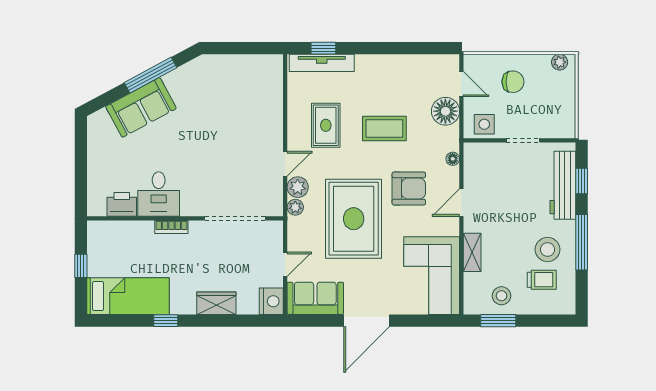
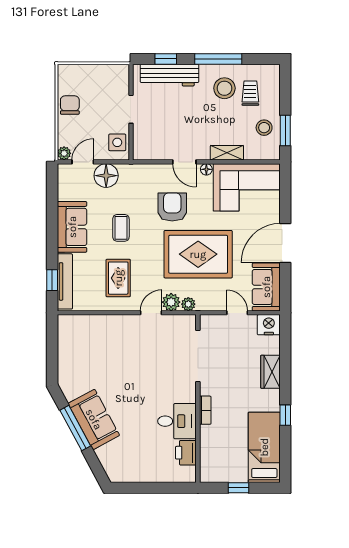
plant: (560, 62) -> (64, 153), moved
sofa: (386, 71) -> (72, 227), added
chair: (513, 82) -> (70, 105), moved
sofa: (141, 107) -> (94, 419), moved
rug: (326, 125) -> (118, 278), turned 90
coffee table: (384, 129) -> (121, 228), width x0.73, depth x0.77
floor lamp: (453, 159) -> (206, 169), moved
door: (285, 164) -> (151, 313), hinge flipped
door: (367, 321) -> (285, 243), swing flipped

